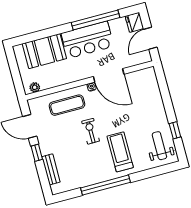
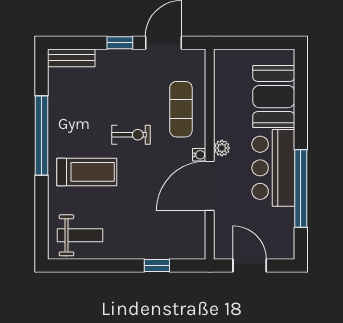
fridge: (134, 22) -> (281, 248), removed
plant: (35, 87) -> (222, 148), moved
window: (175, 130) -> (157, 266), moved
bench: (51, 169) -> (71, 58), moved

